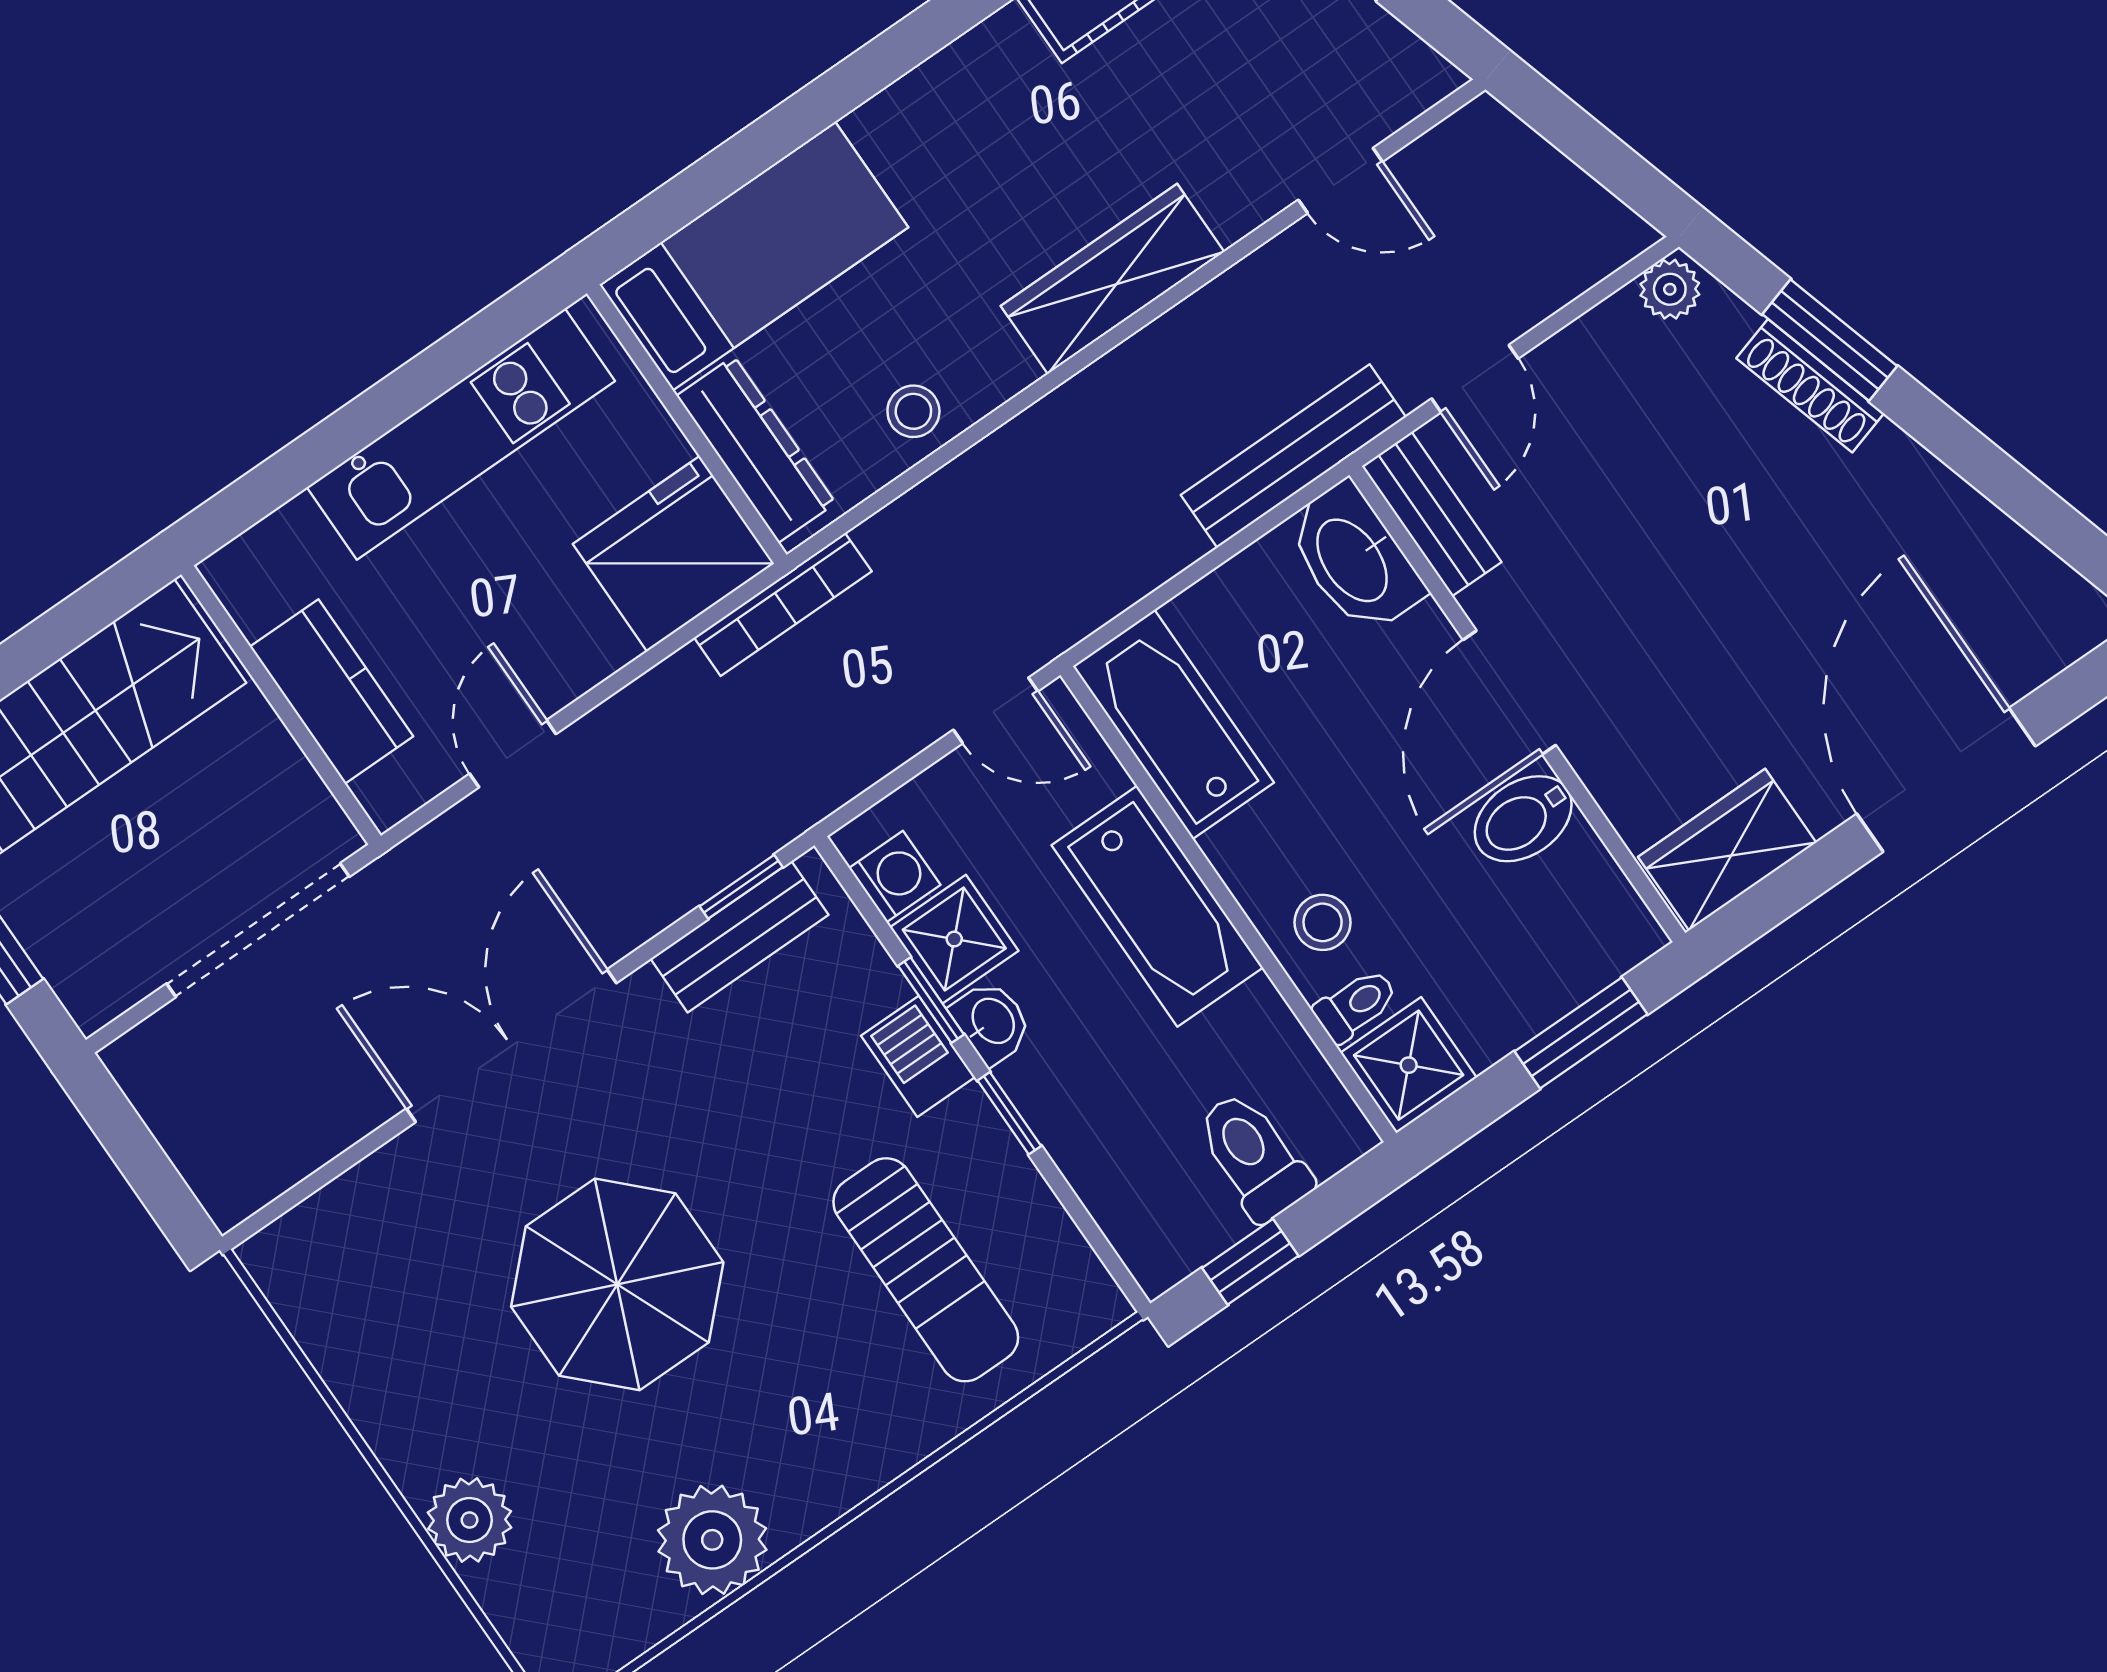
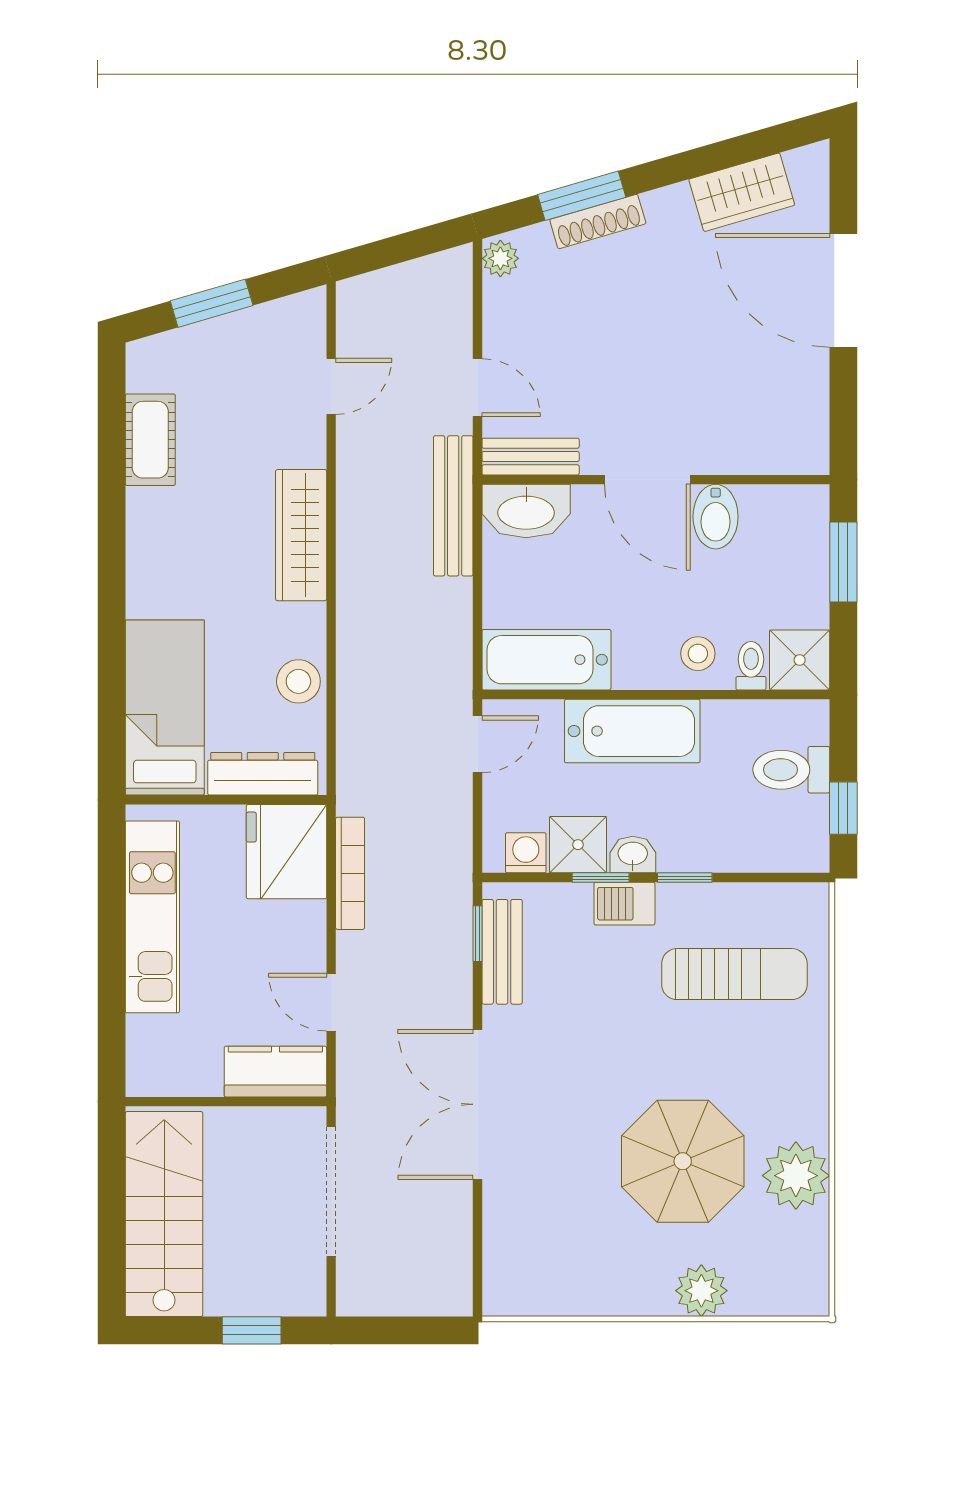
stool: (913, 411) -> (298, 681), width x1.37, depth x1.37
bookcase: (783, 604) -> (350, 873), moved
kitchen counter: (332, 692) -> (275, 1072), moved
wardrobe: (1727, 850) -> (742, 192), moved, turned -106
parasol: (617, 1284) -> (683, 1161), moved

